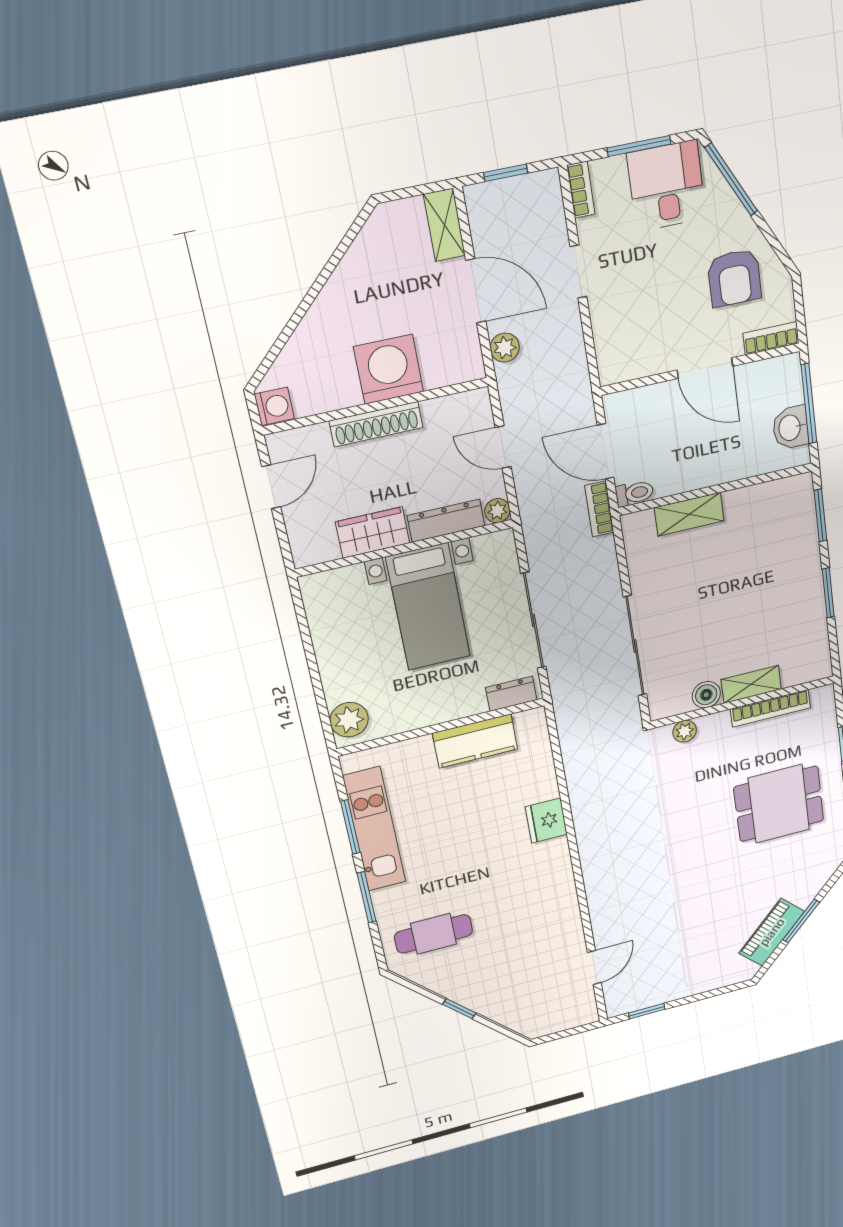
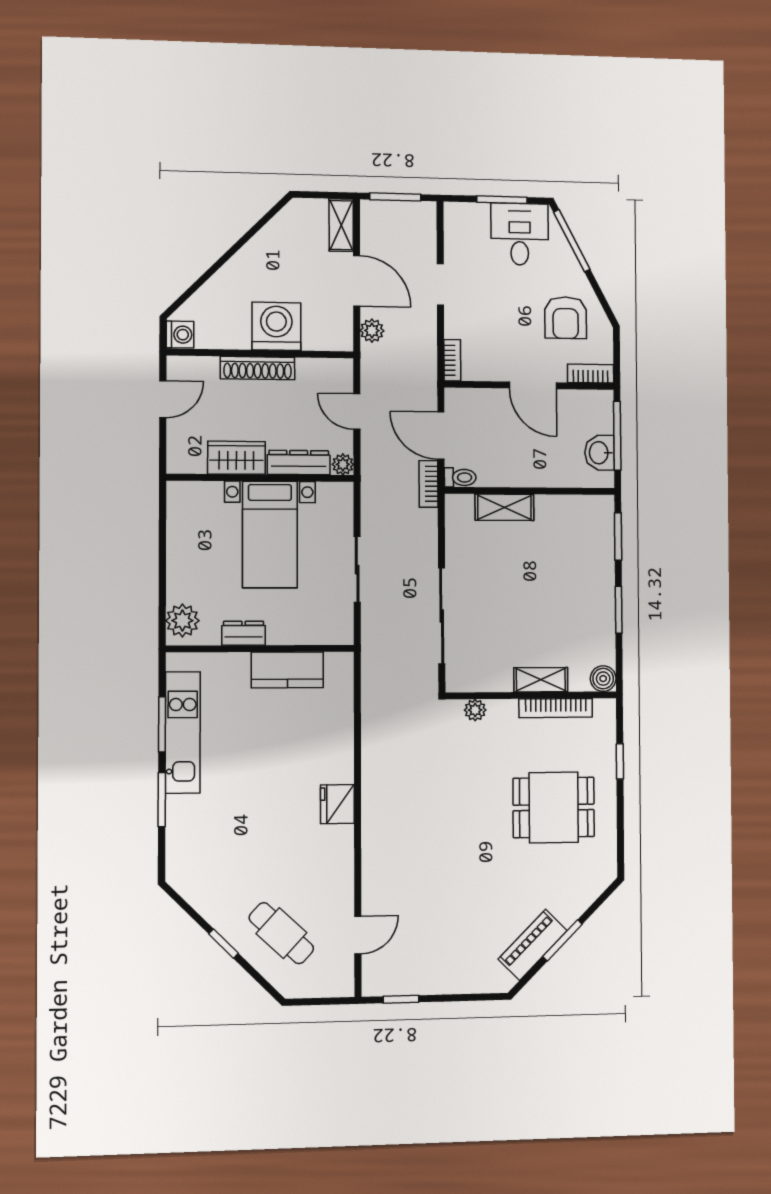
window: (506, 173) -> (395, 197), width x1.50
bookcase: (581, 190) -> (452, 360), moved
sliding door: (533, 620) -> (357, 570), width x0.73
dresser: (511, 694) -> (244, 633), moved
boiler: (706, 695) -> (603, 679), moved
fridge: (546, 821) -> (337, 804), moved
cafe table: (433, 934) -> (281, 933), moved, turned 43

